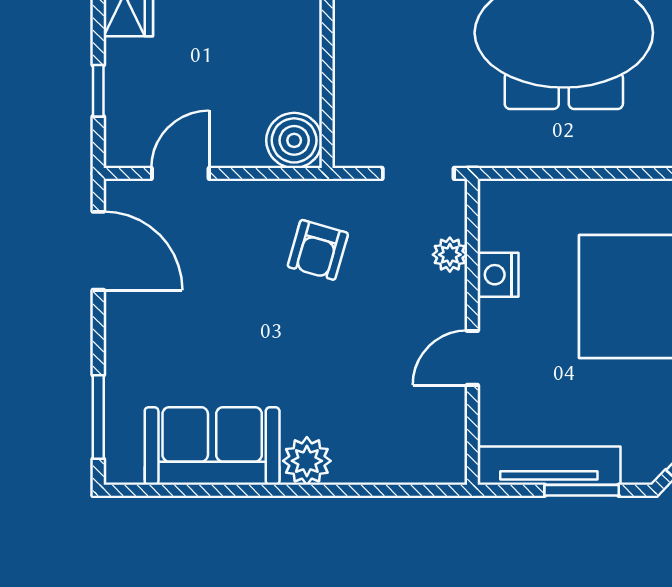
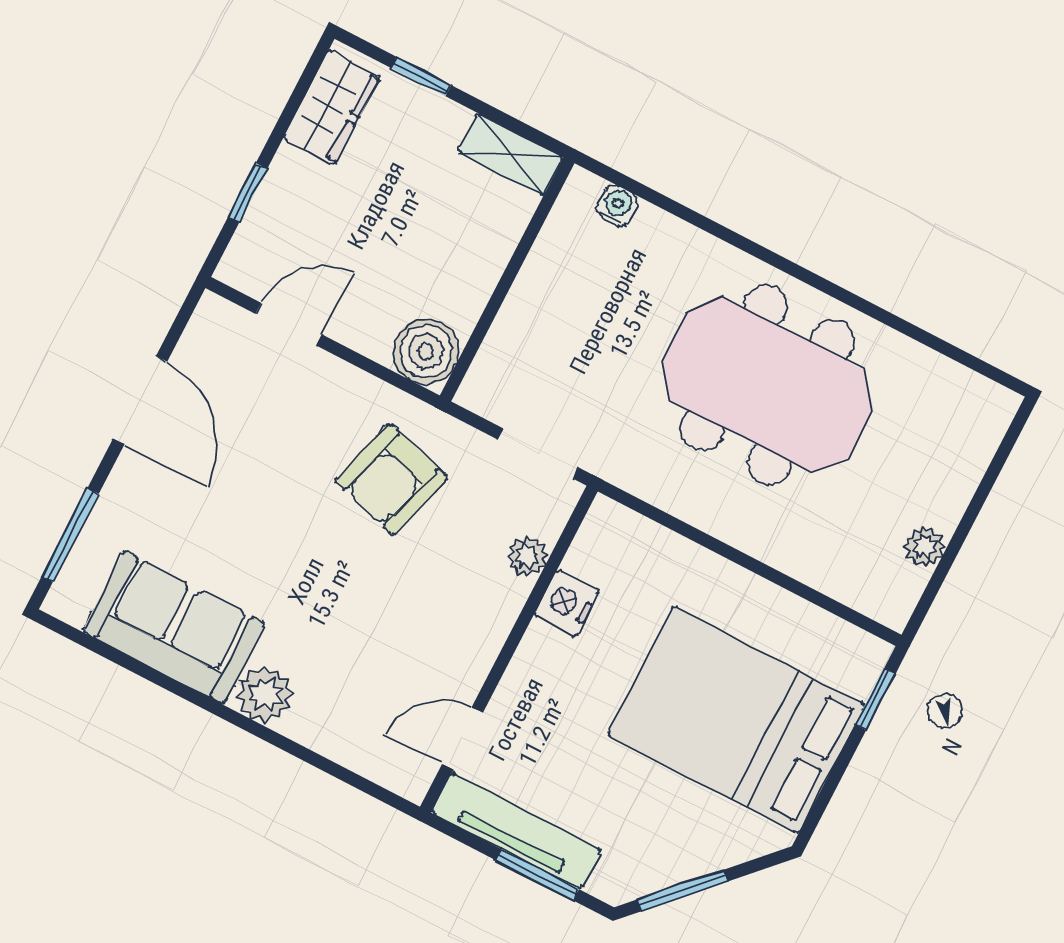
armchair: (318, 250) -> (391, 479), width x1.38, depth x1.38
door: (98, 251) -> (140, 400), moved
door: (472, 358) -> (463, 738), moved

